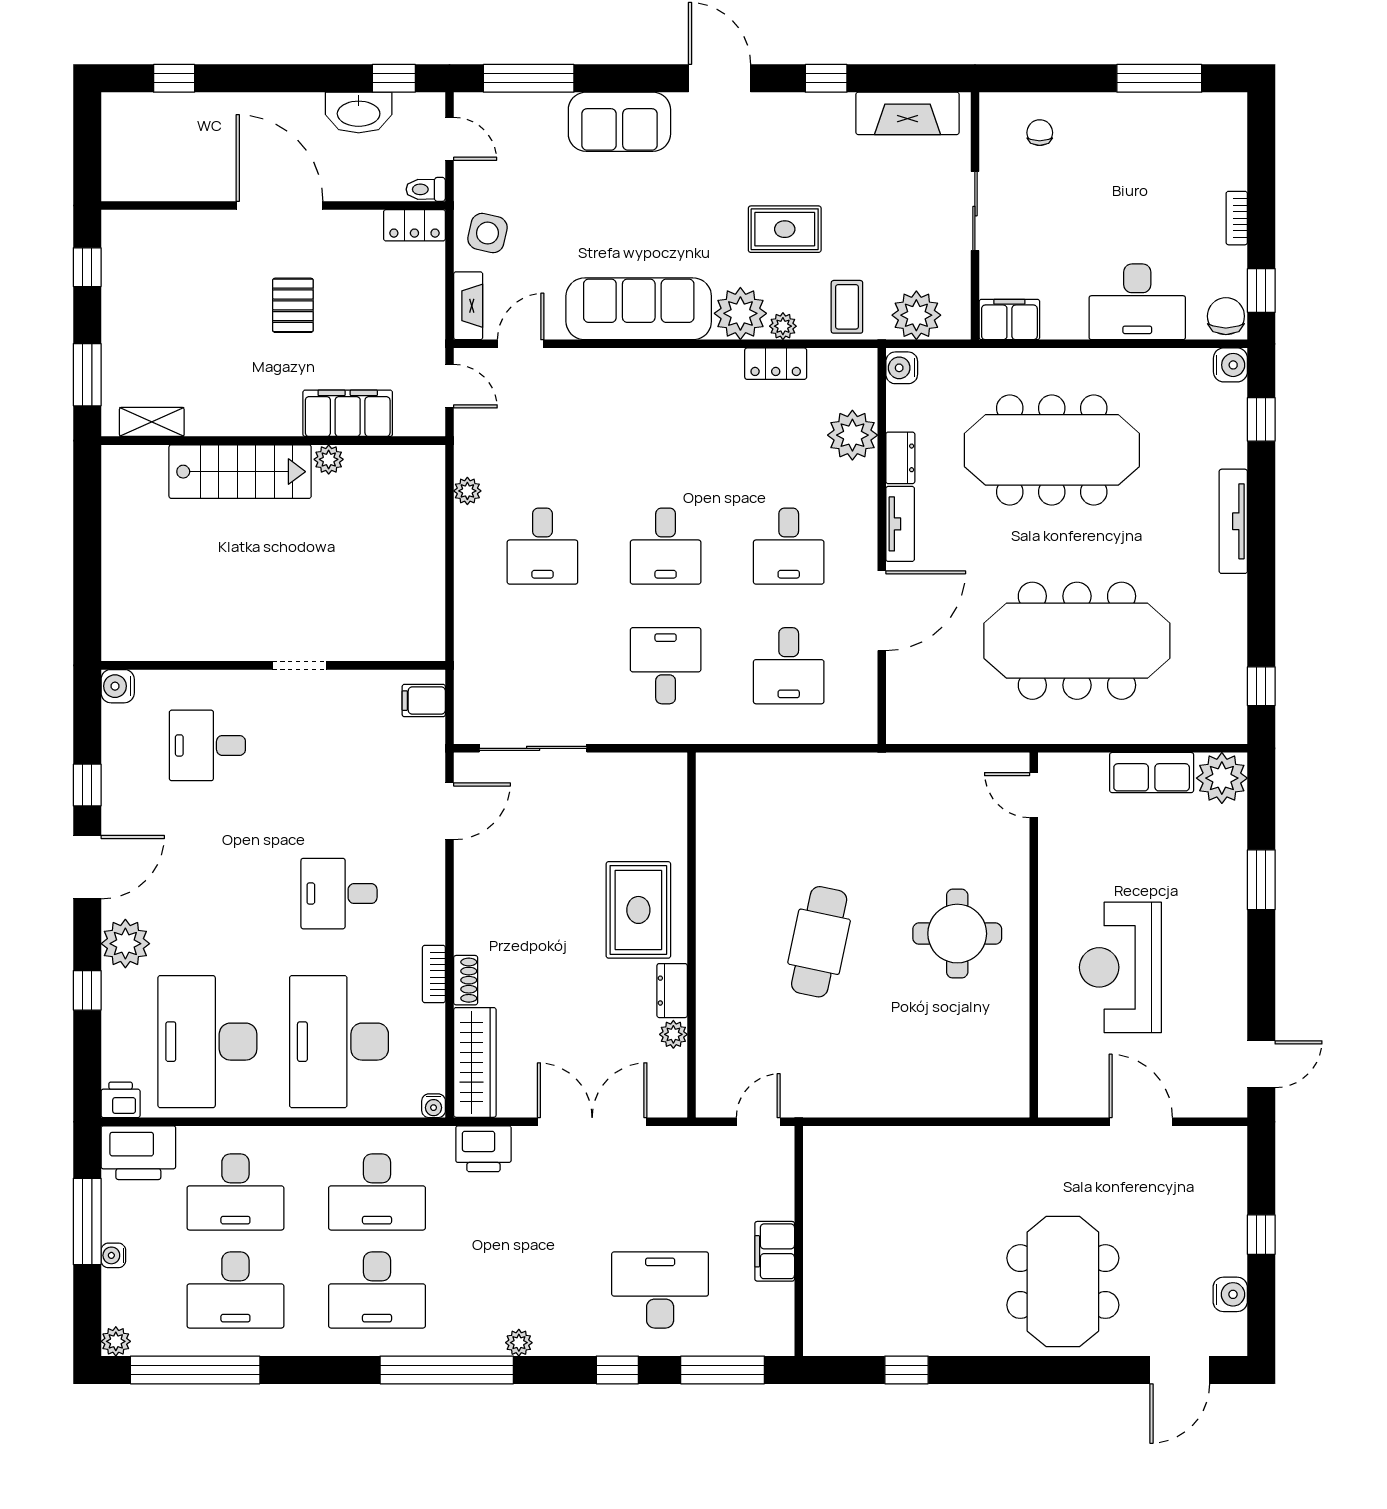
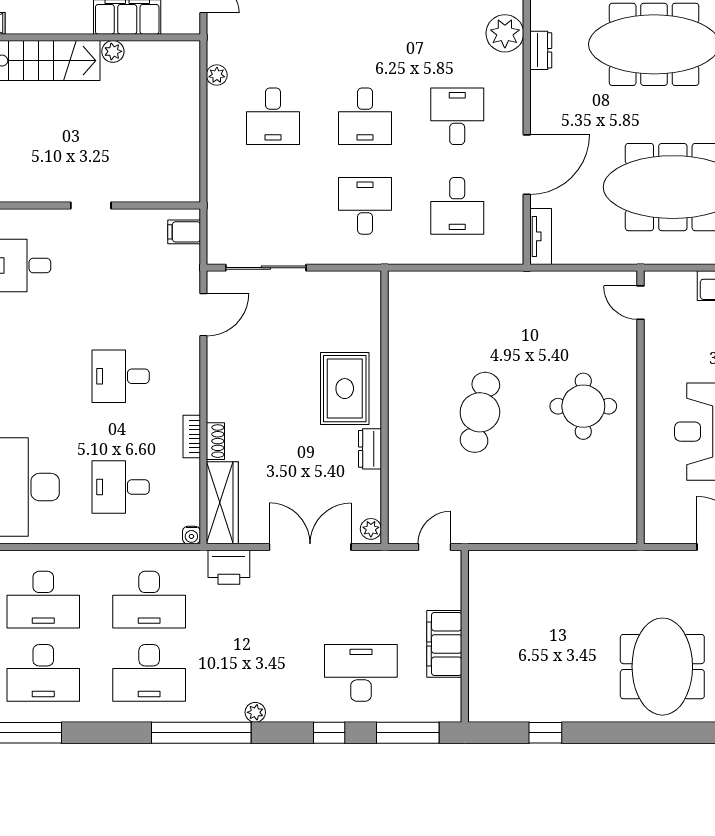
tv unit: (900, 524) -> (541, 236), moved
desk: (789, 546) -> (457, 116), turned 180
plant: (673, 1034) -> (371, 529), moved
desk: (339, 1042) -> (121, 487), width x0.53, depth x0.77
filing cabinet: (775, 1251) -> (444, 644), width x1.50, depth x1.17

